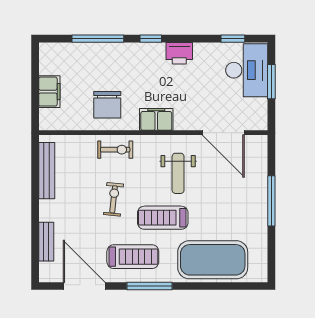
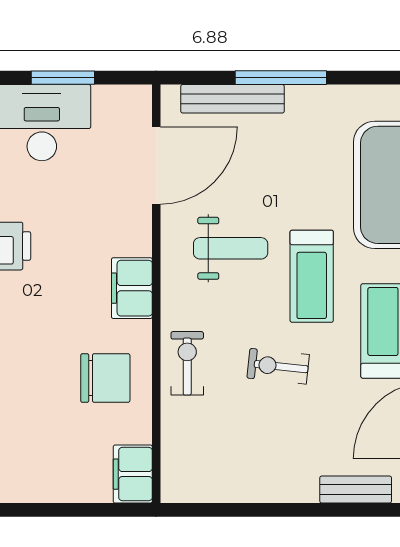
filing cabinet: (49, 92) -> (133, 474), moved, turned -90
bench: (47, 171) -> (233, 99), moved

